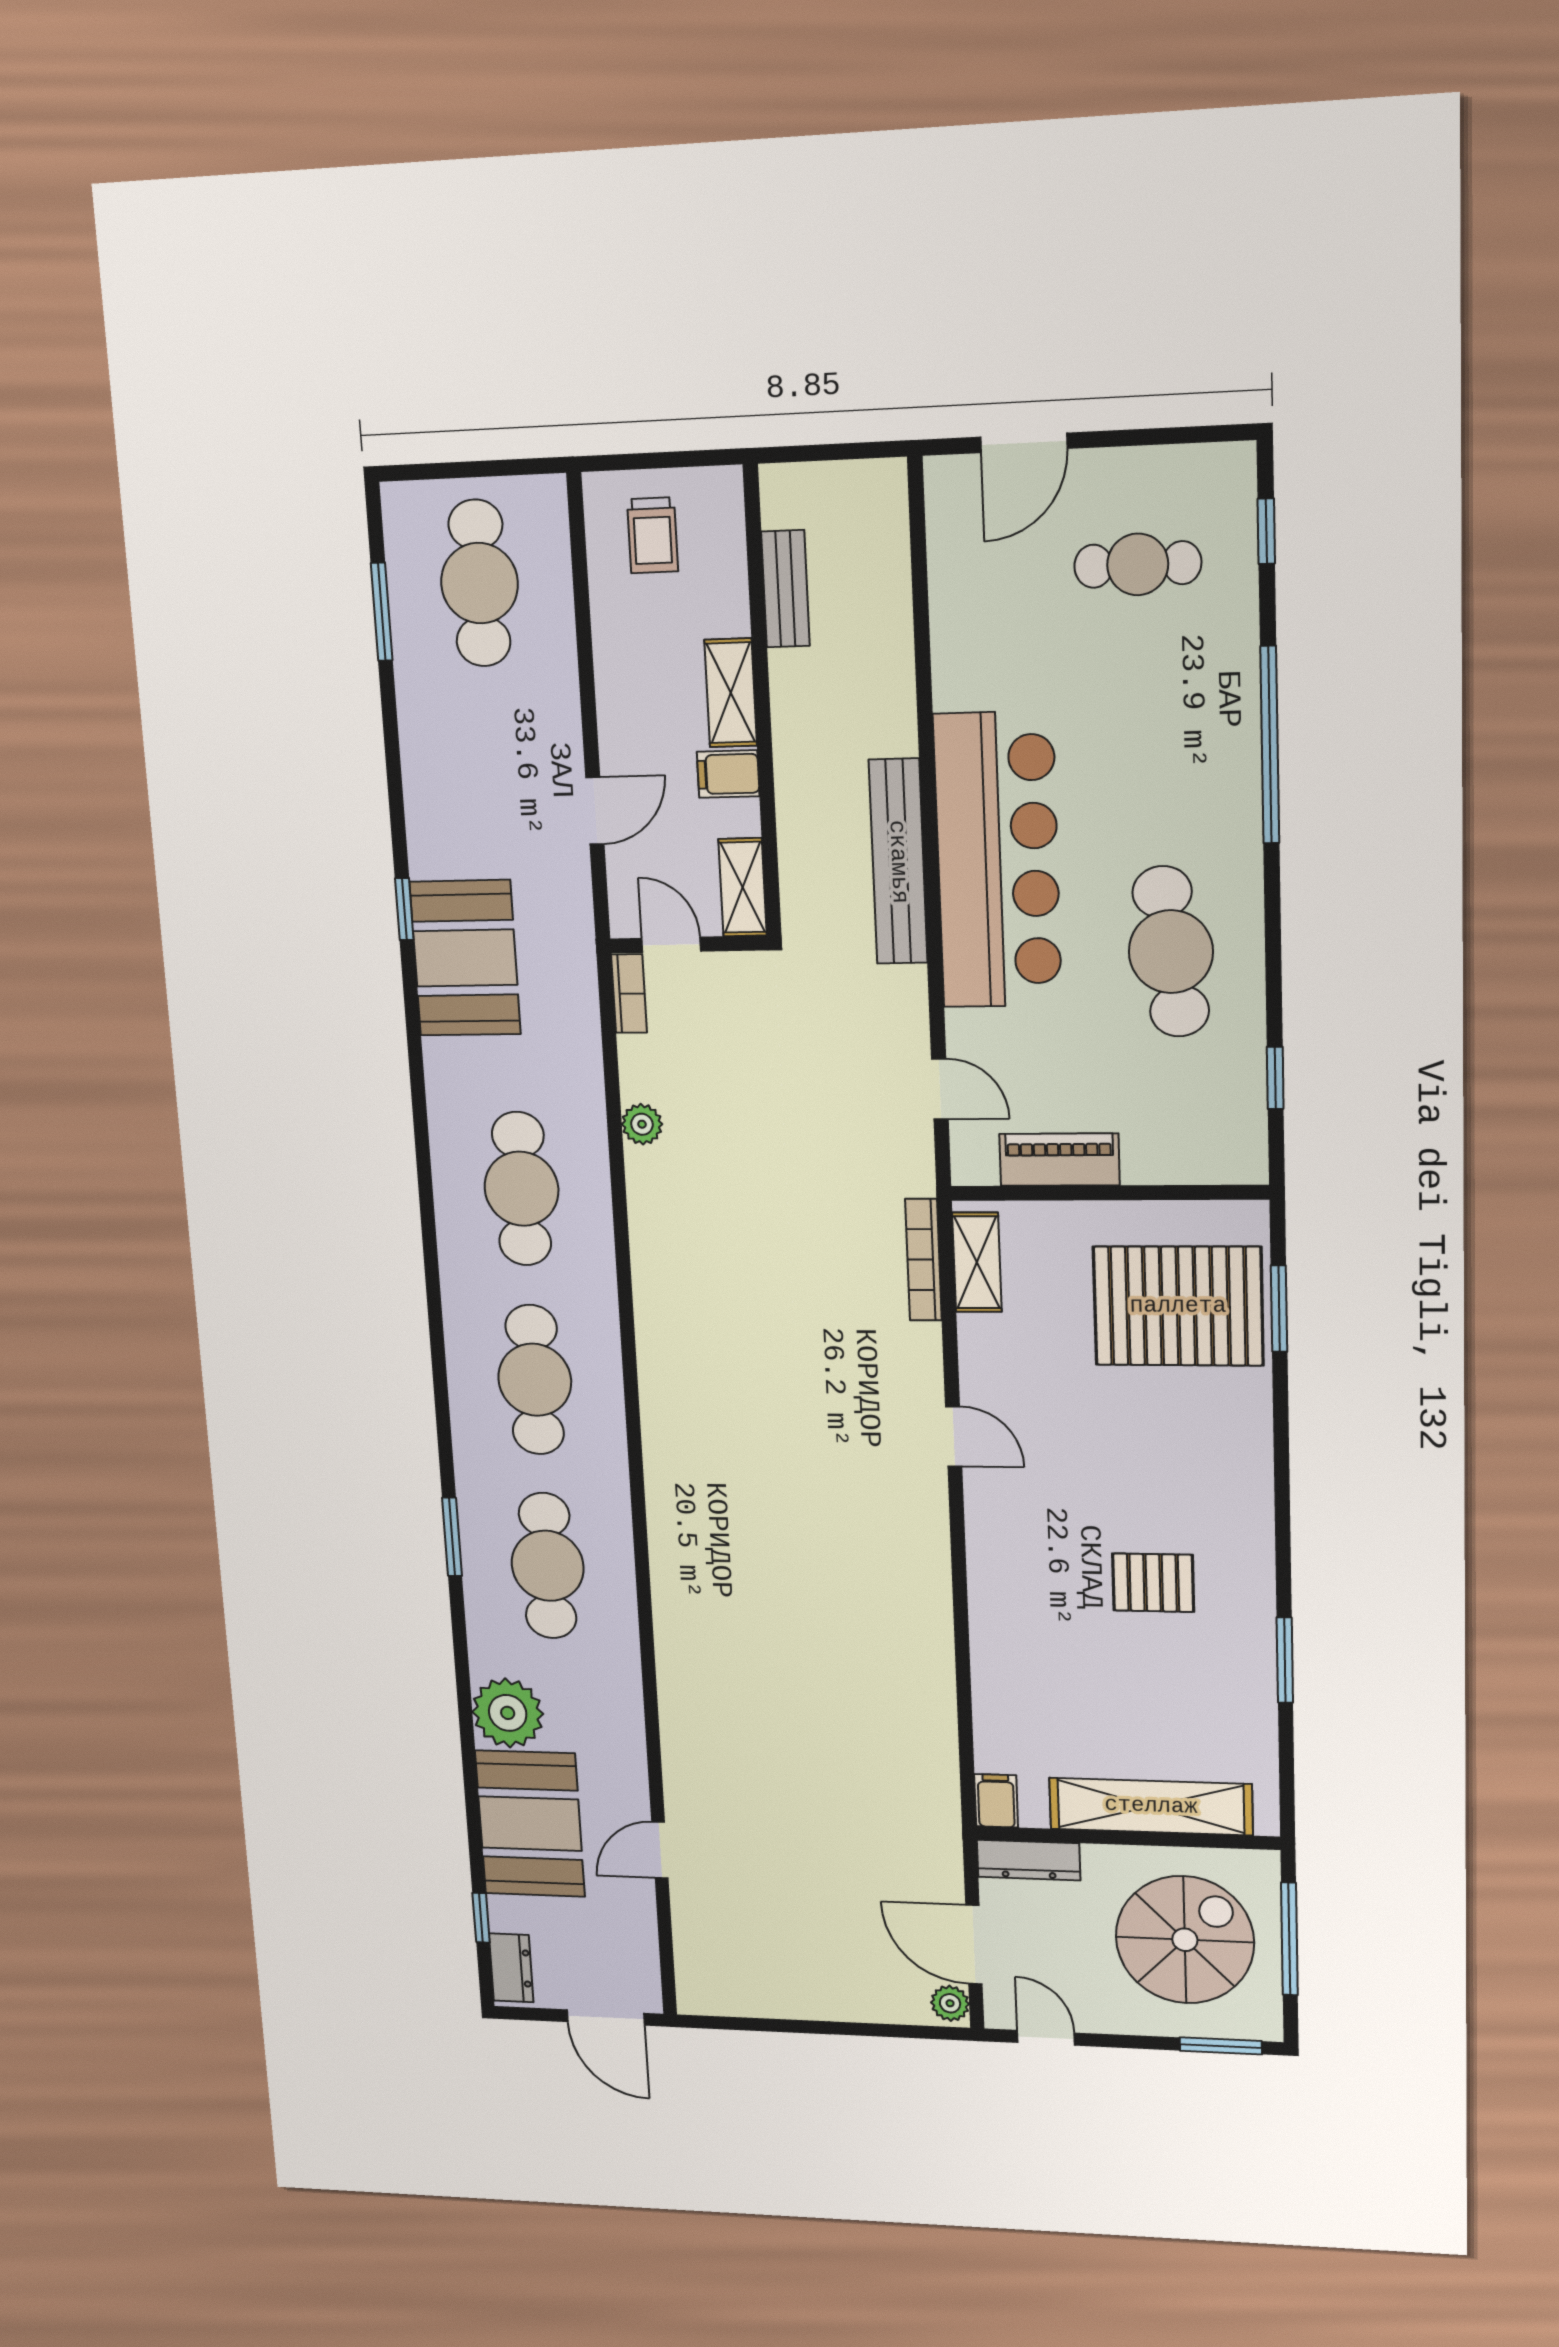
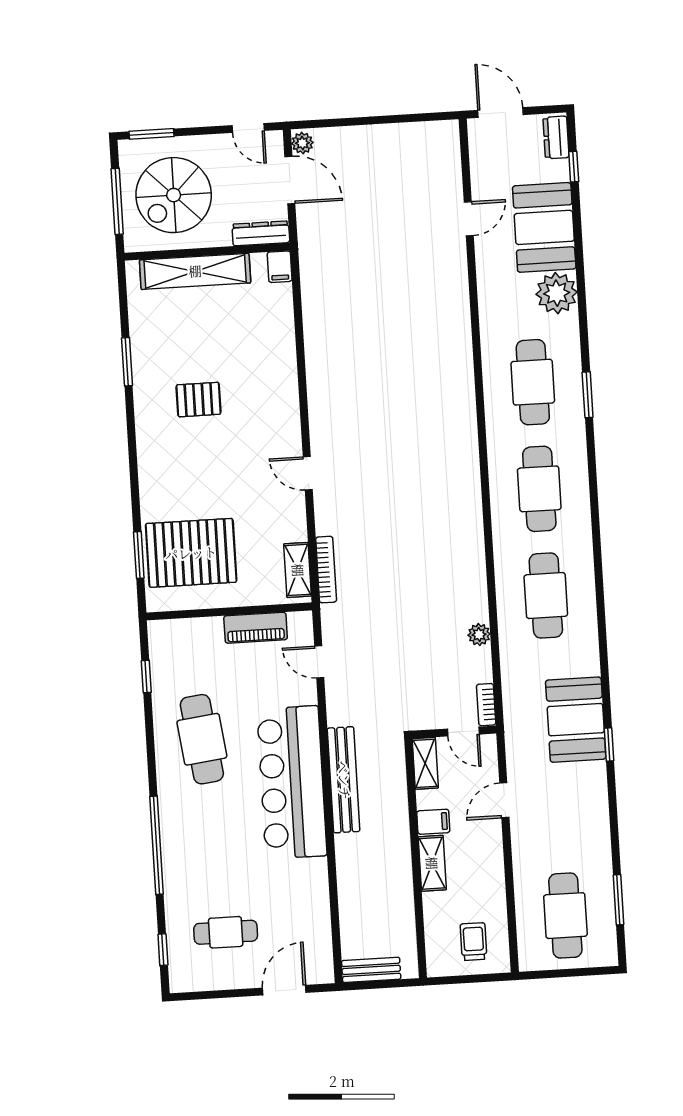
bench: (785, 589) -> (371, 970), moved, turned 90

